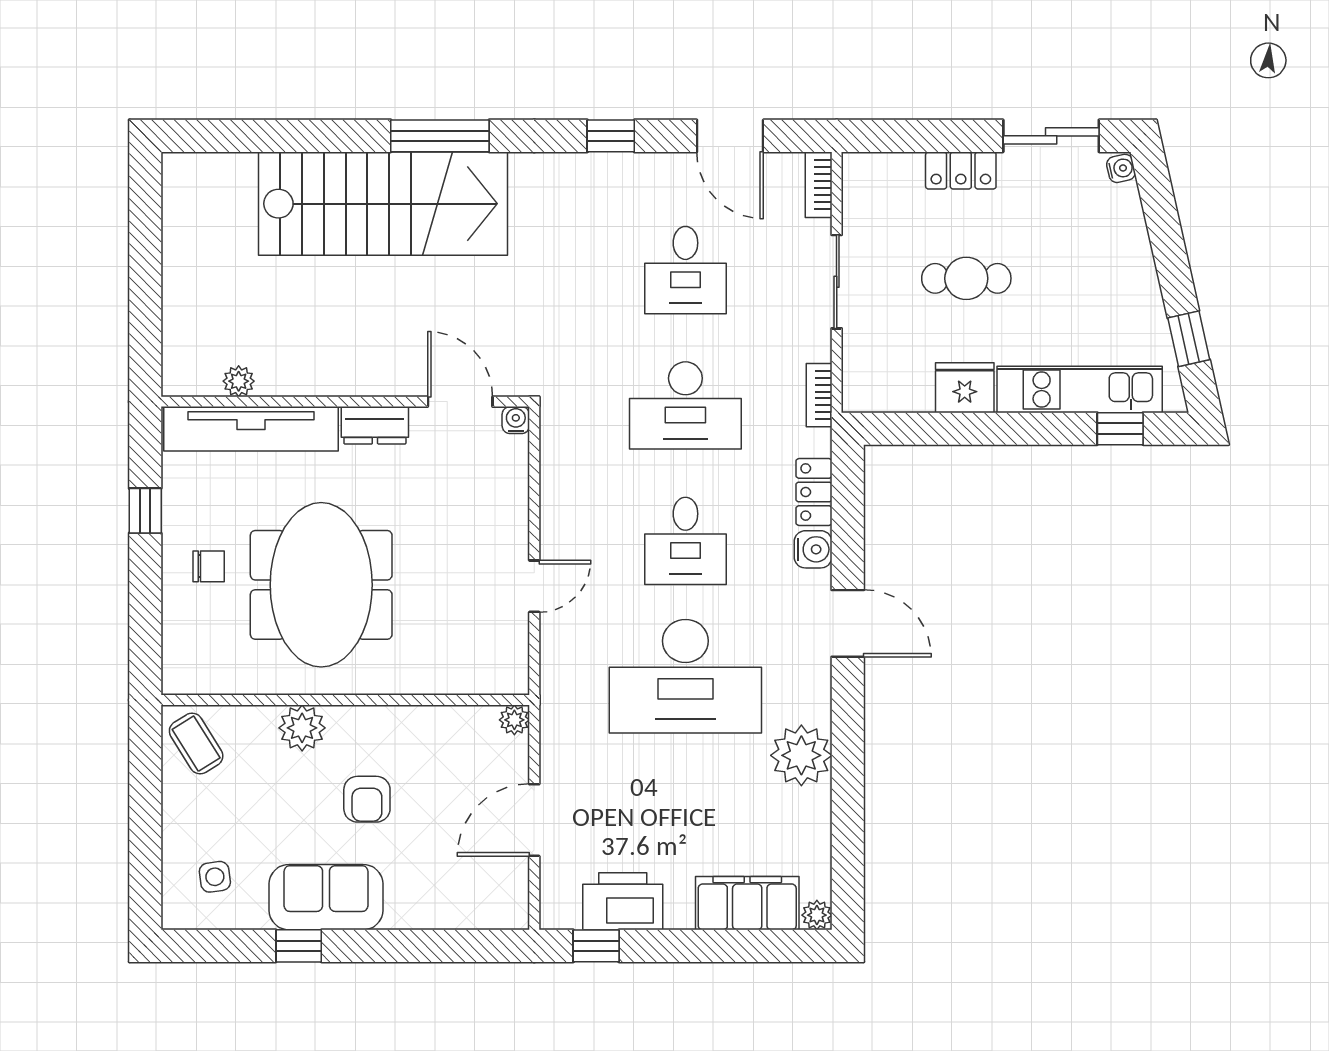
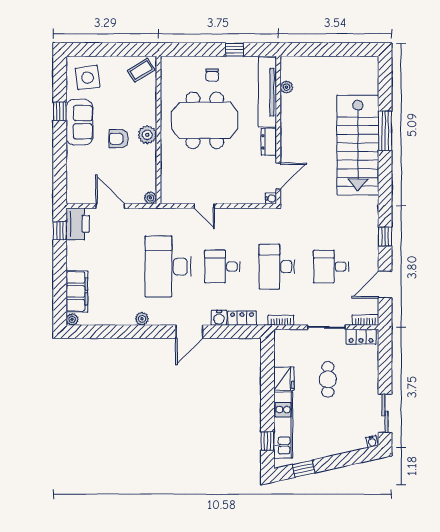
window: (440, 136) -> (385, 131), moved
locker: (961, 170) -> (361, 337), moved, turned -90
plant: (302, 728) -> (147, 135), moved
plant: (801, 755) -> (142, 319), width x0.53, depth x0.53
side table: (215, 877) -> (87, 78), width x1.87, depth x1.87
printer: (623, 901) -> (78, 224), moved

